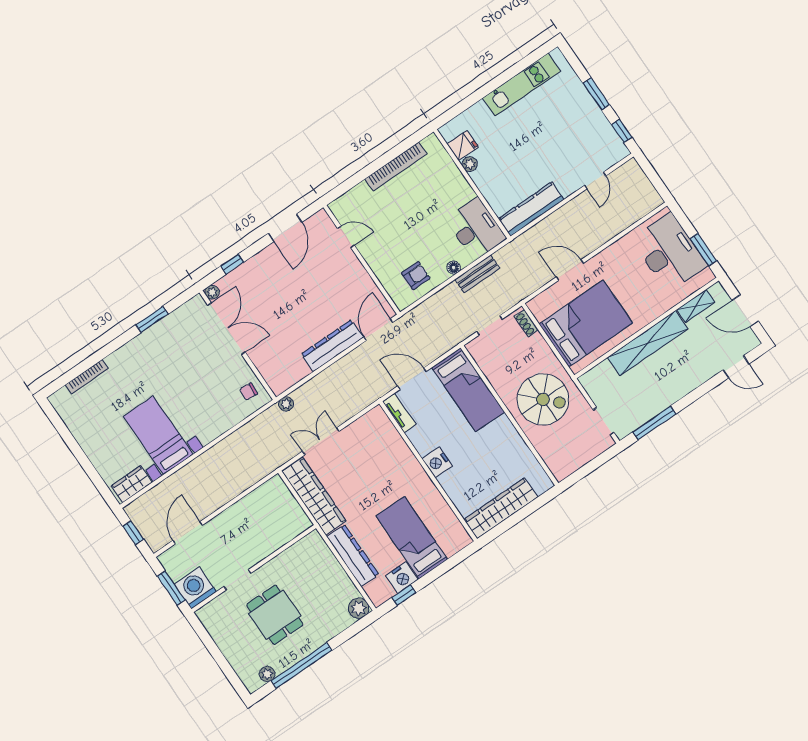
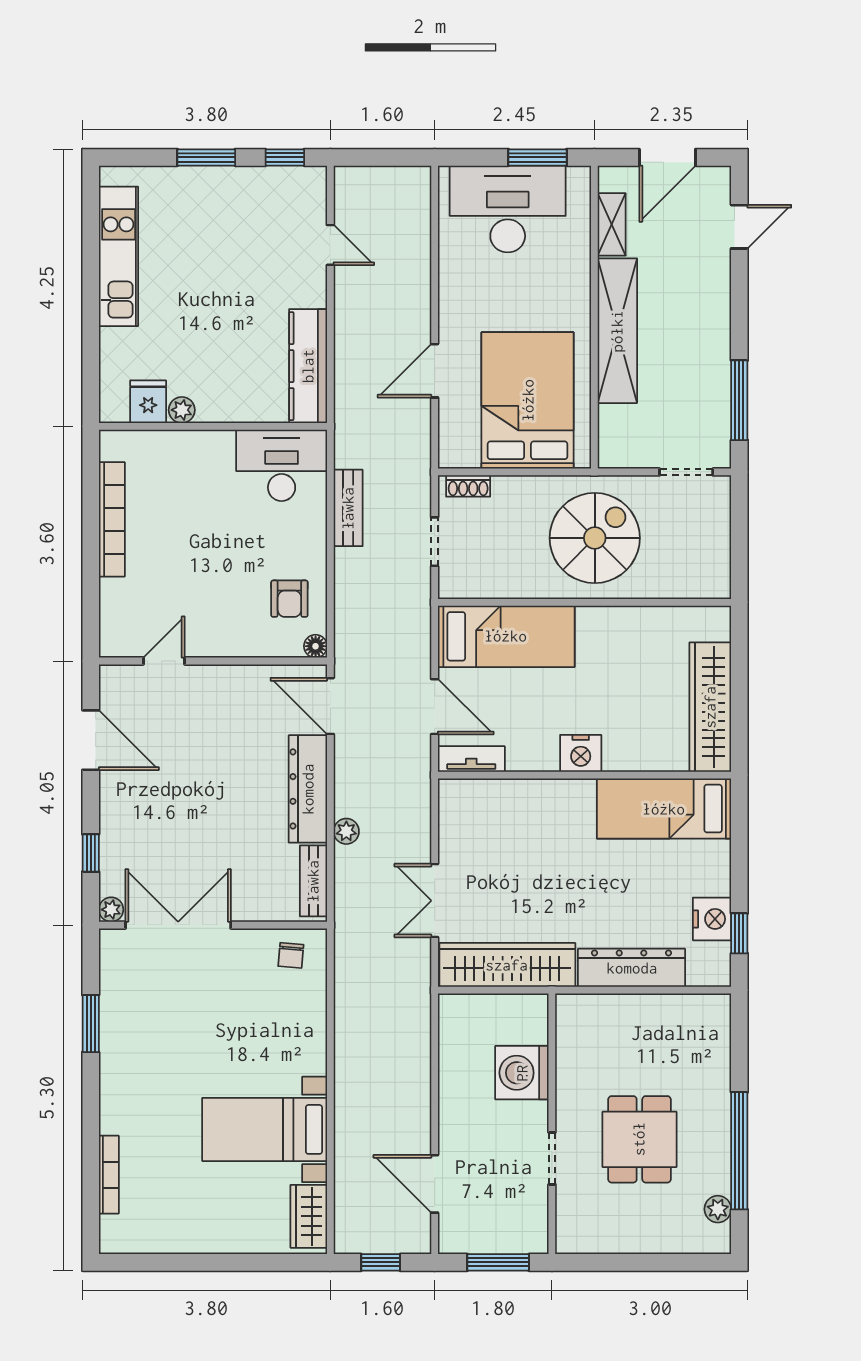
floor lamp: (454, 268) -> (316, 646), moved
armchair: (416, 276) -> (289, 599), turned 180
bench: (291, 378) -> (313, 881), added
door: (412, 379) -> (435, 707), swing flipped
plant: (286, 404) -> (346, 831), moved
bed: (412, 538) -> (664, 809), moved
washing machine: (195, 588) -> (522, 1073), moved
plant: (359, 608) -> (713, 1012), removed
dining table: (275, 615) -> (639, 1139), turned 90

